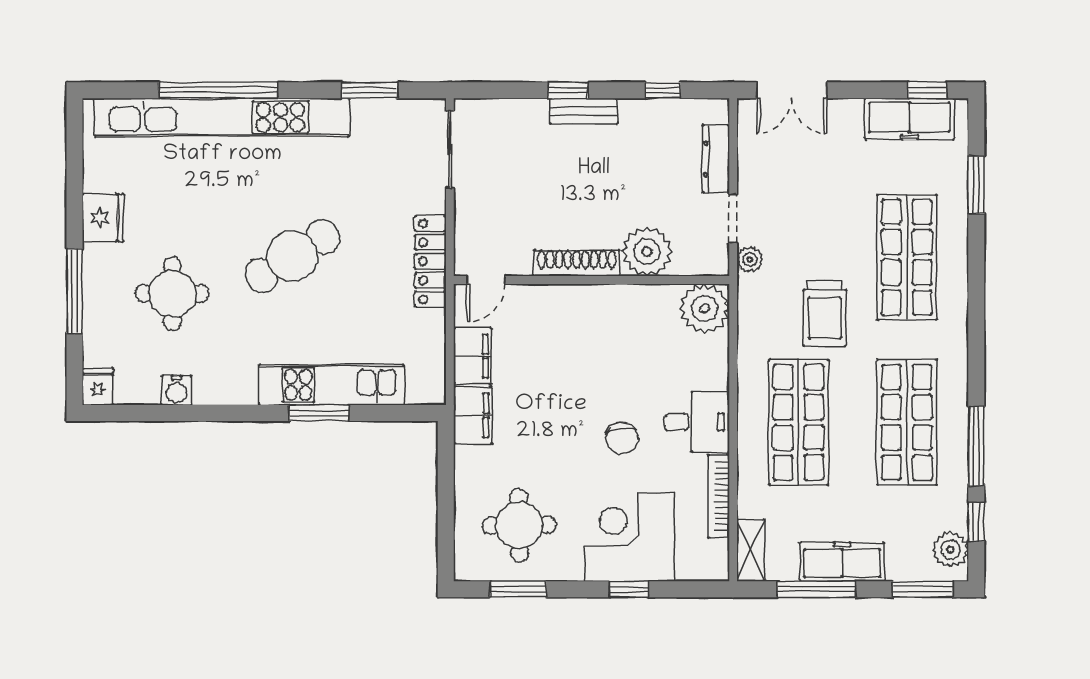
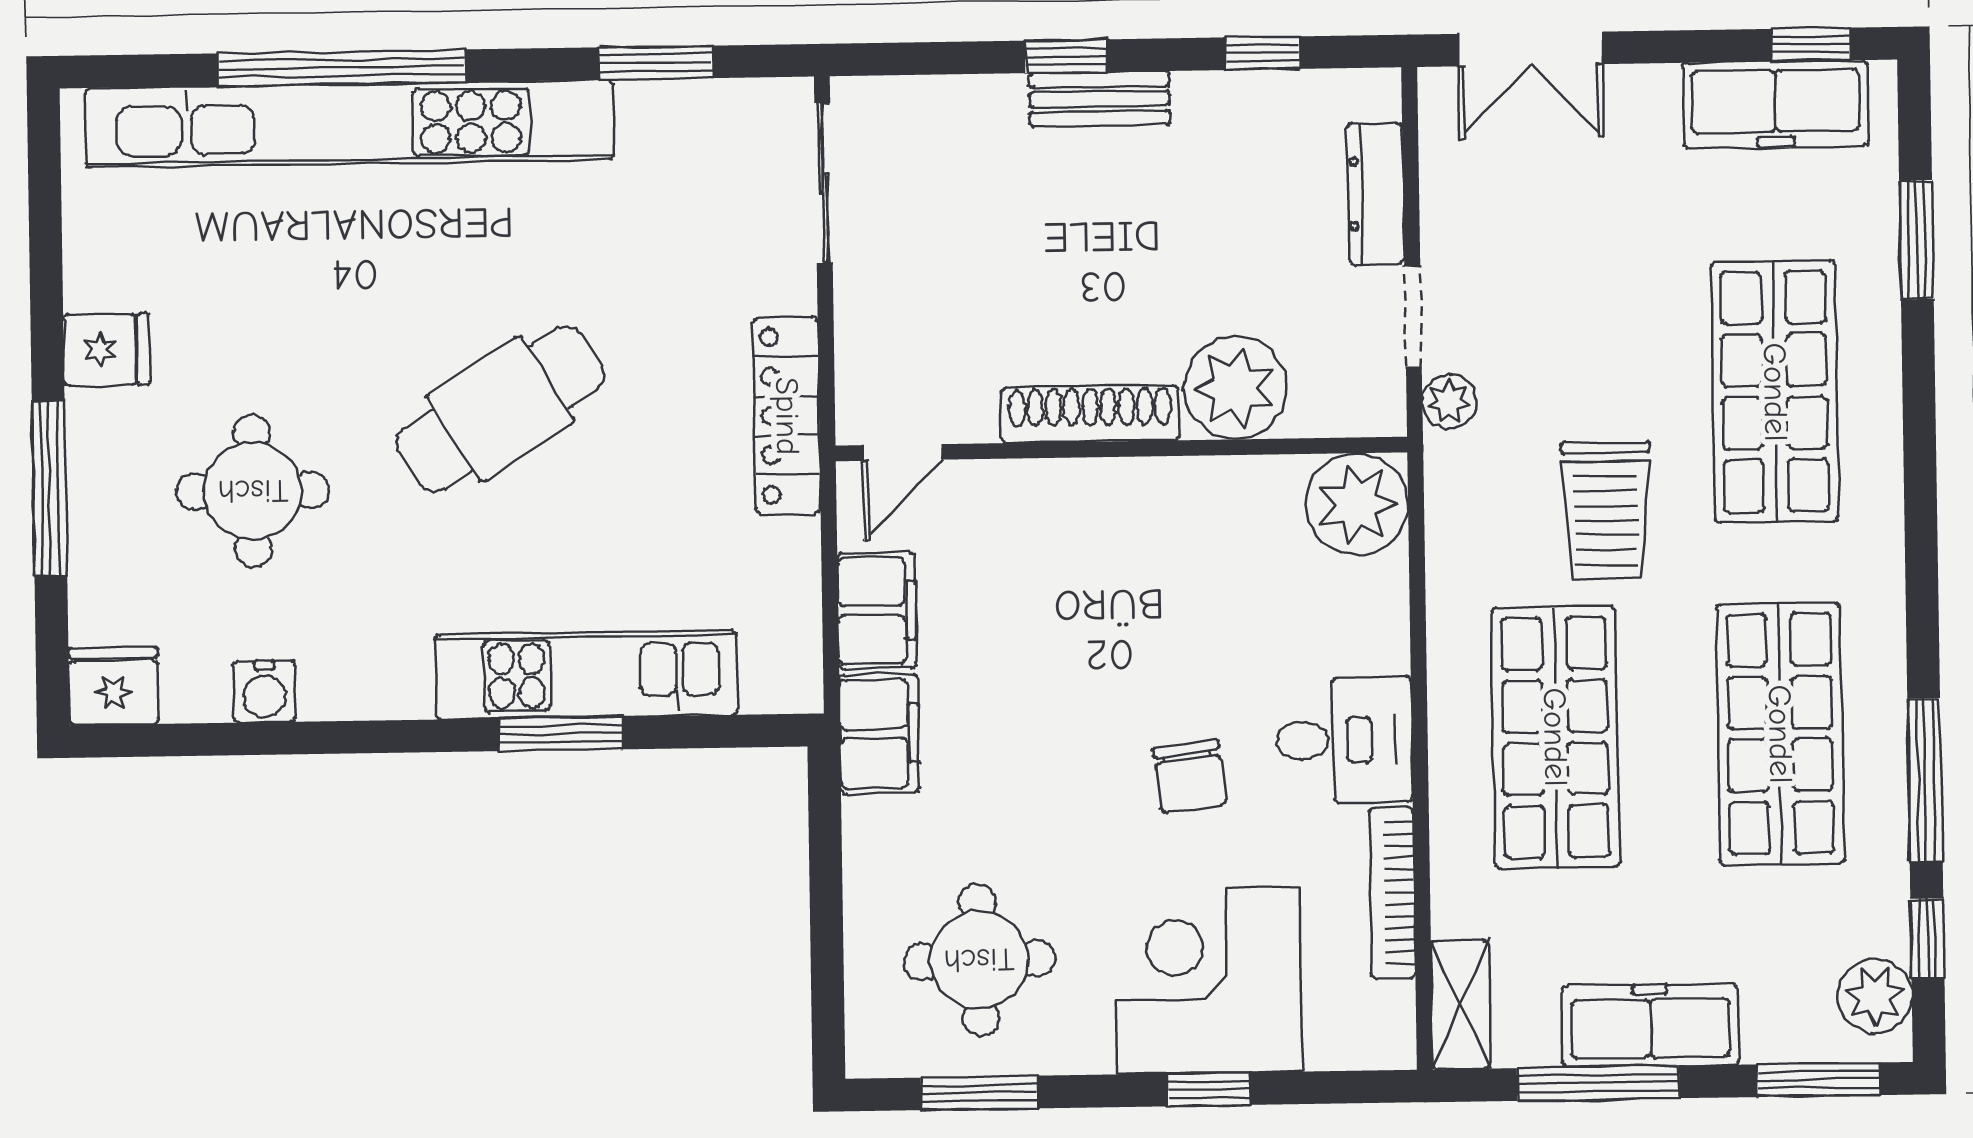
fridge: (103, 218) -> (106, 350), width x0.72
fridge: (98, 387) -> (114, 686), width x1.38

